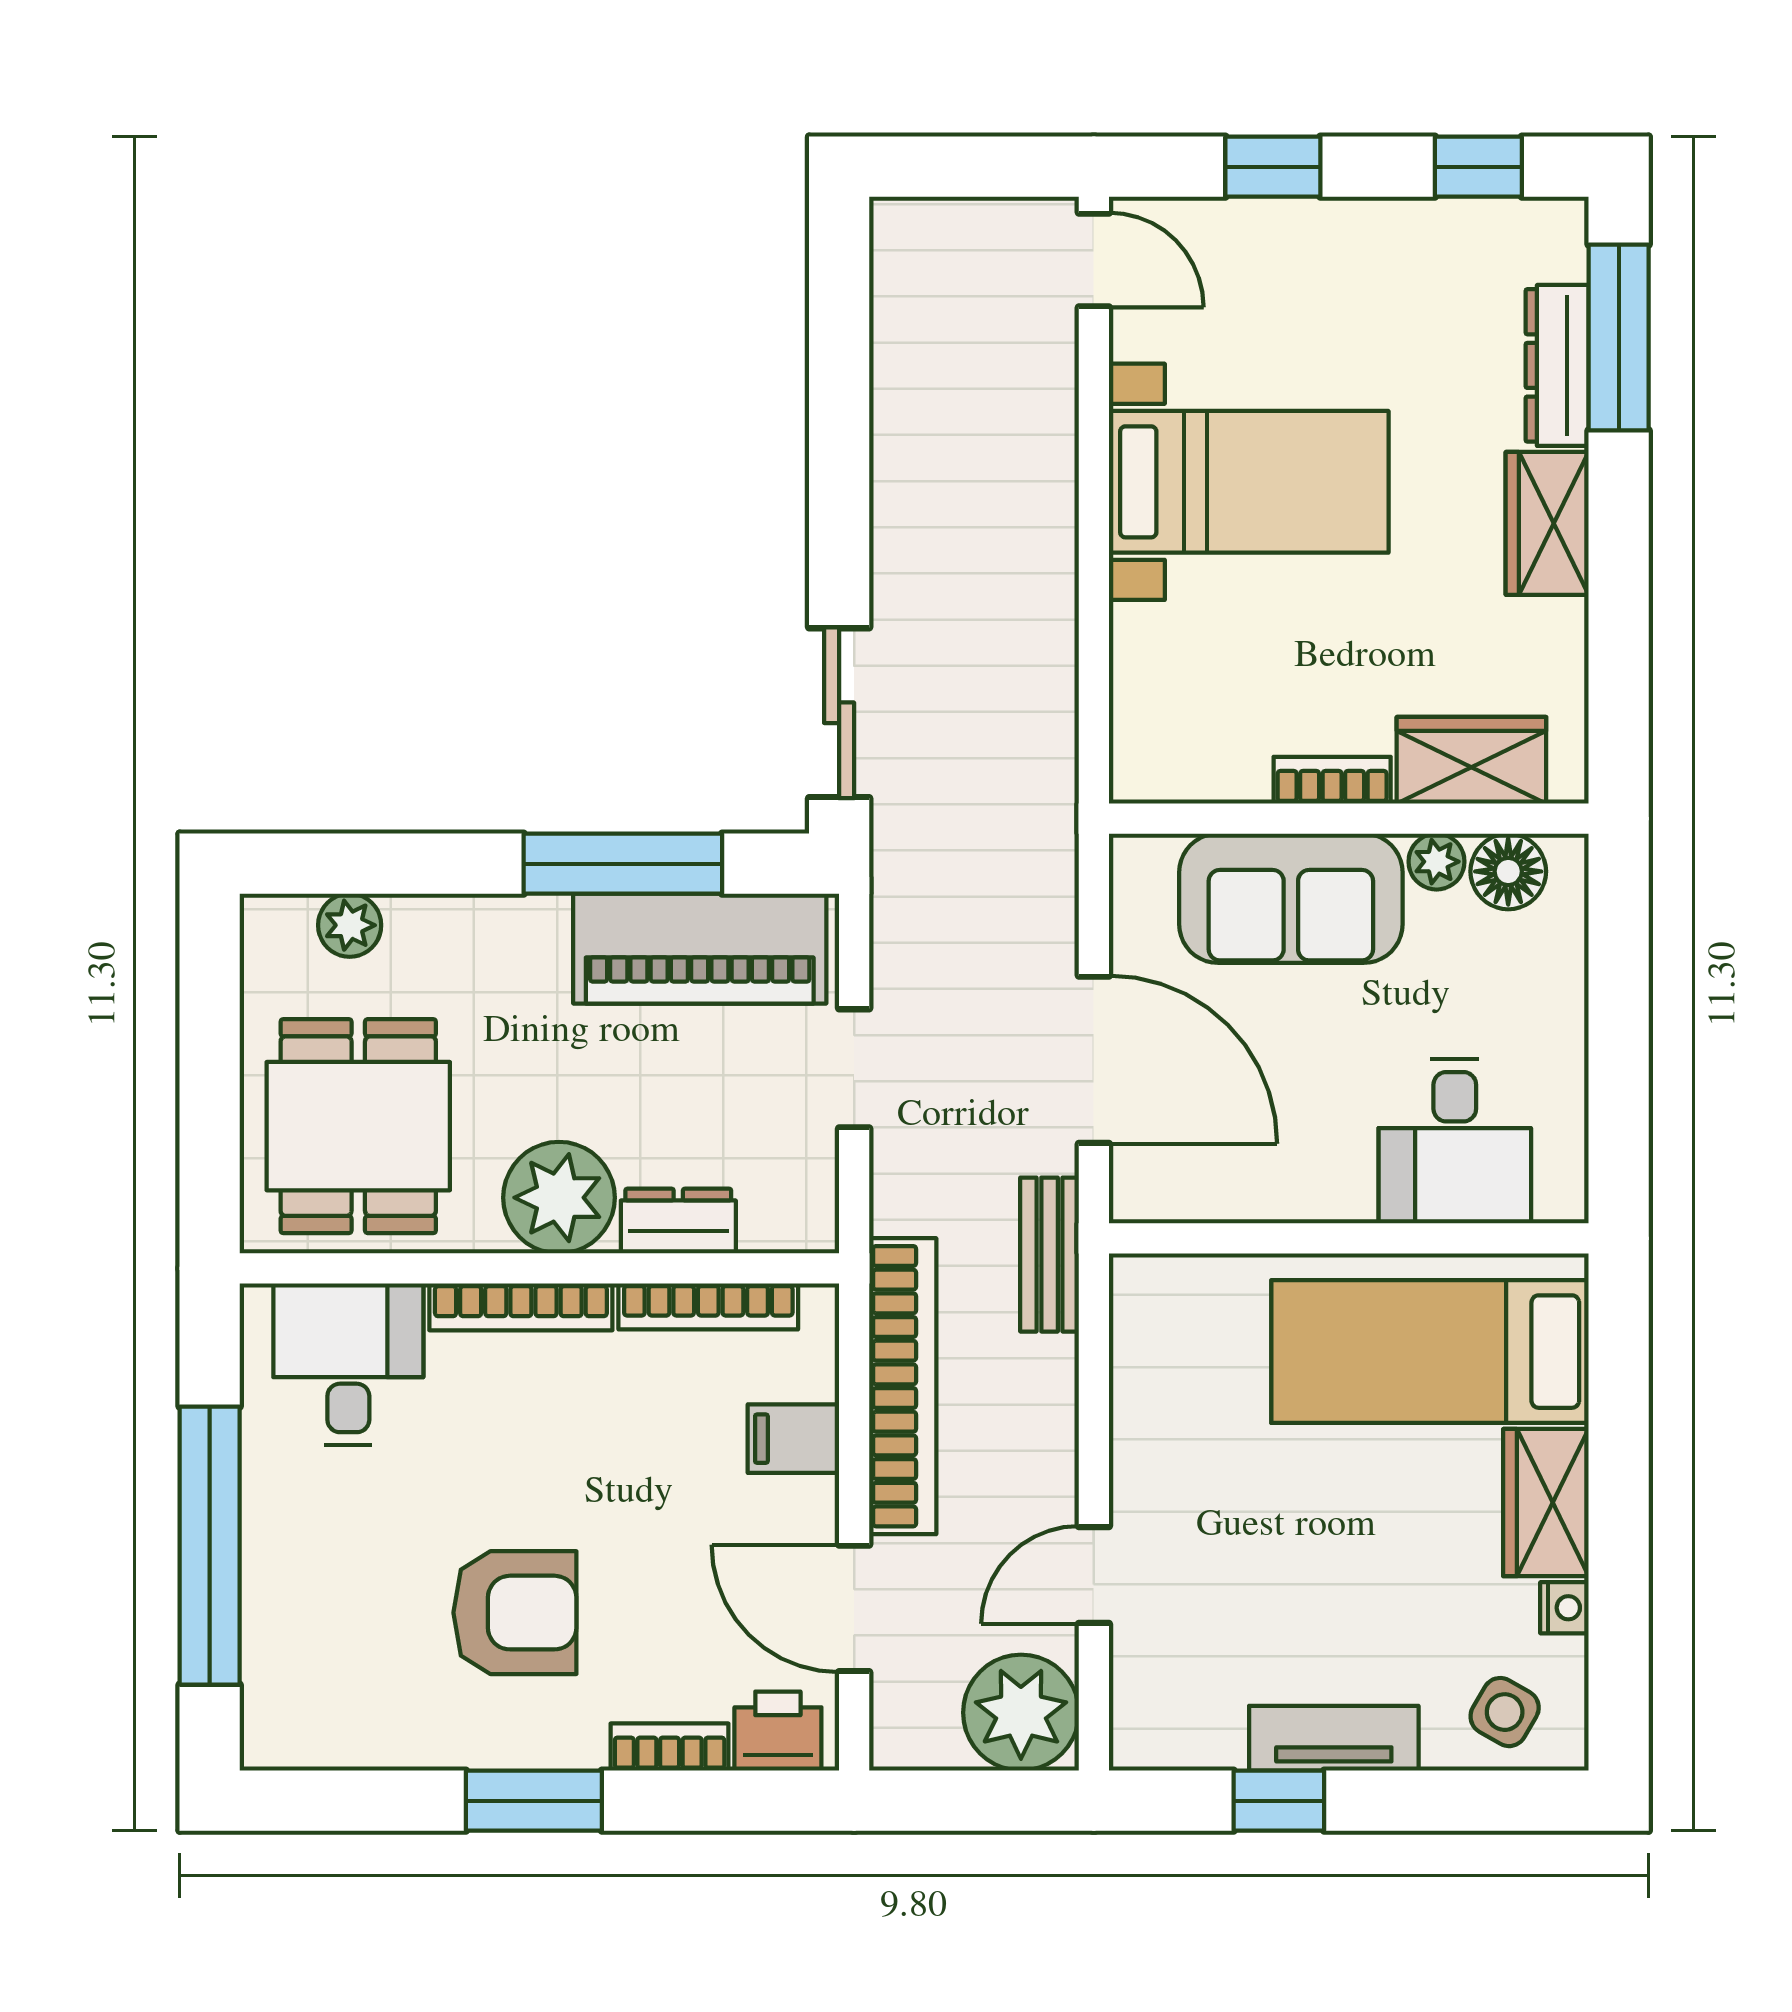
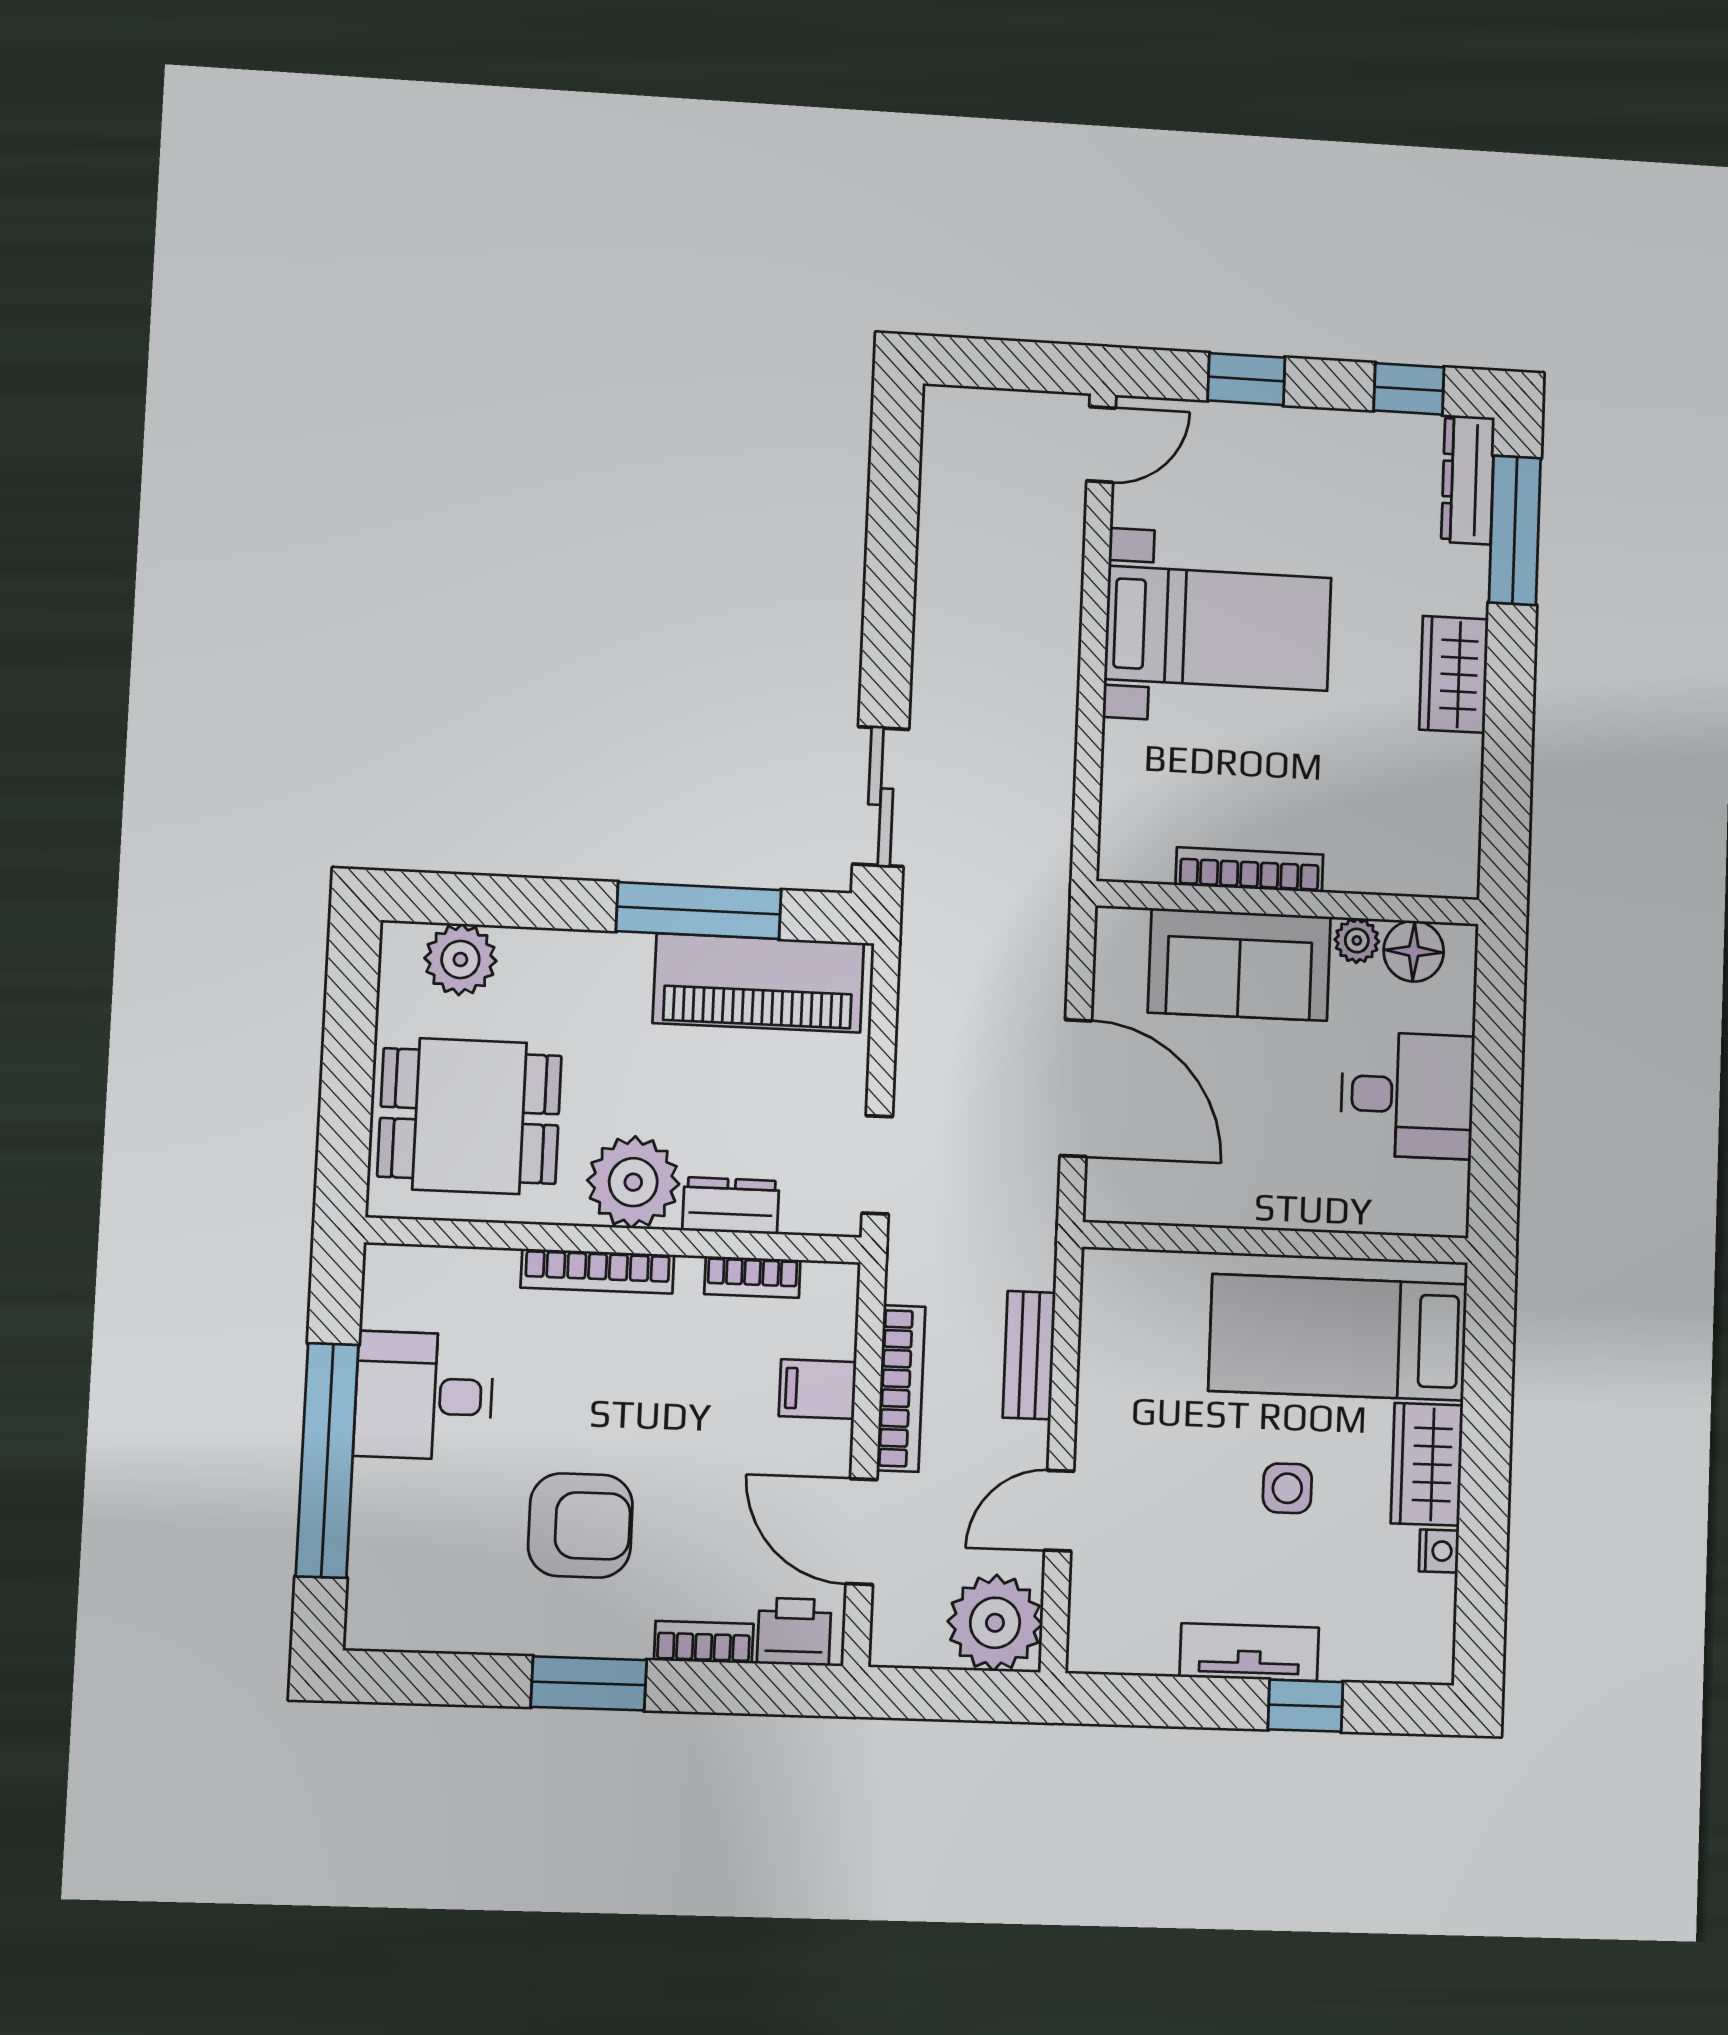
door: (1094, 260) -> (1101, 445), hinge flipped
dresser: (1557, 365) -> (1468, 480), moved
wardrobe: (1471, 760) -> (1387, 860), removed
bookcase: (1332, 780) -> (1249, 870), width x1.56
plant: (350, 925) -> (460, 959), width x1.38, depth x1.38
doorway: (854, 1068) -> (877, 1165), moved
dining table: (358, 1126) -> (470, 1116), turned 90
desk: (1455, 1141) -> (1407, 1095), moved, turned -90
bench: (1050, 1255) -> (1029, 1355), moved
bookcase: (708, 1306) -> (752, 1277), width x0.64
desk: (348, 1364) -> (424, 1396), moved, turned -90
bookcase: (903, 1386) -> (901, 1388), width x0.68, depth x0.76
side table: (1505, 1712) -> (1287, 1488), moved, turned -30
window: (1279, 1801) -> (1305, 1706), moved

